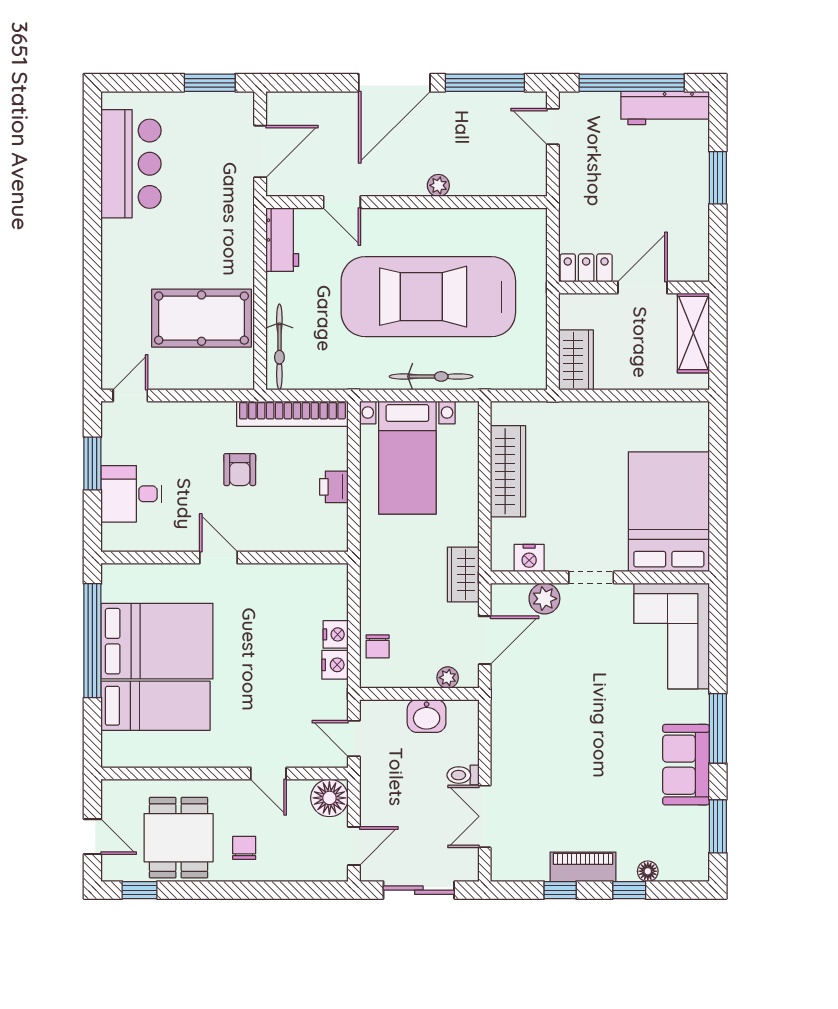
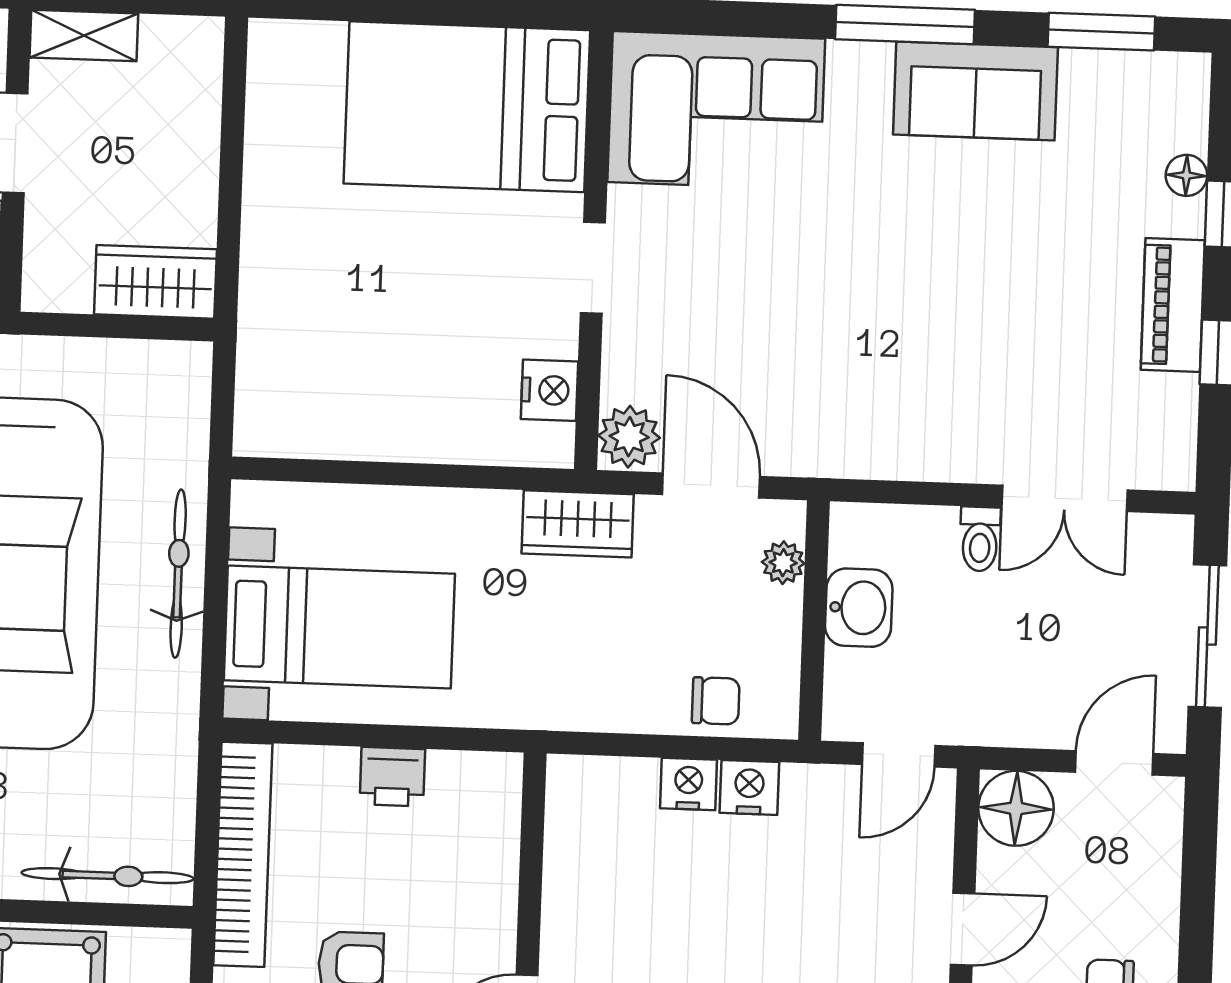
shelving: (693, 333) -> (84, 35), width x0.67, depth x0.75
wardrobe: (508, 471) -> (374, 426), removed
plant: (544, 599) -> (629, 437), moved
door: (354, 846) -> (1114, 763), hinge flipped

